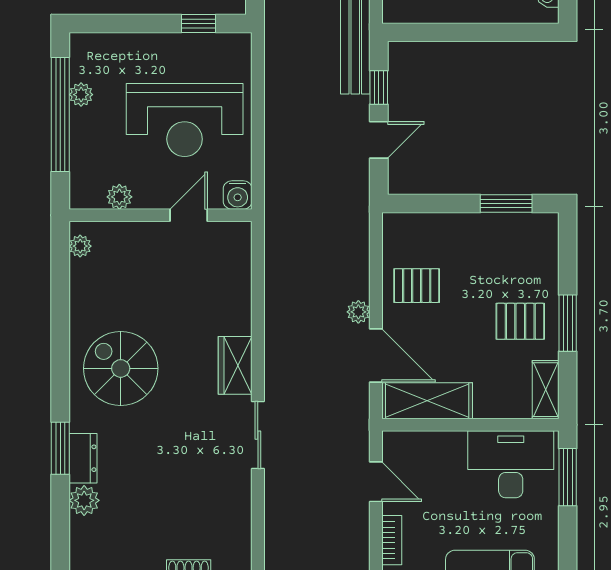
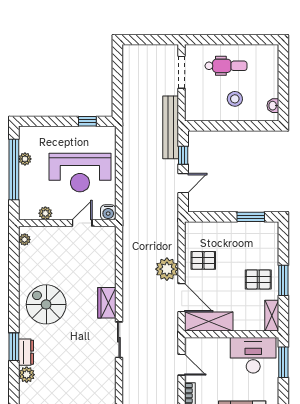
plant: (358, 312) -> (167, 269), width x1.87, depth x1.87

